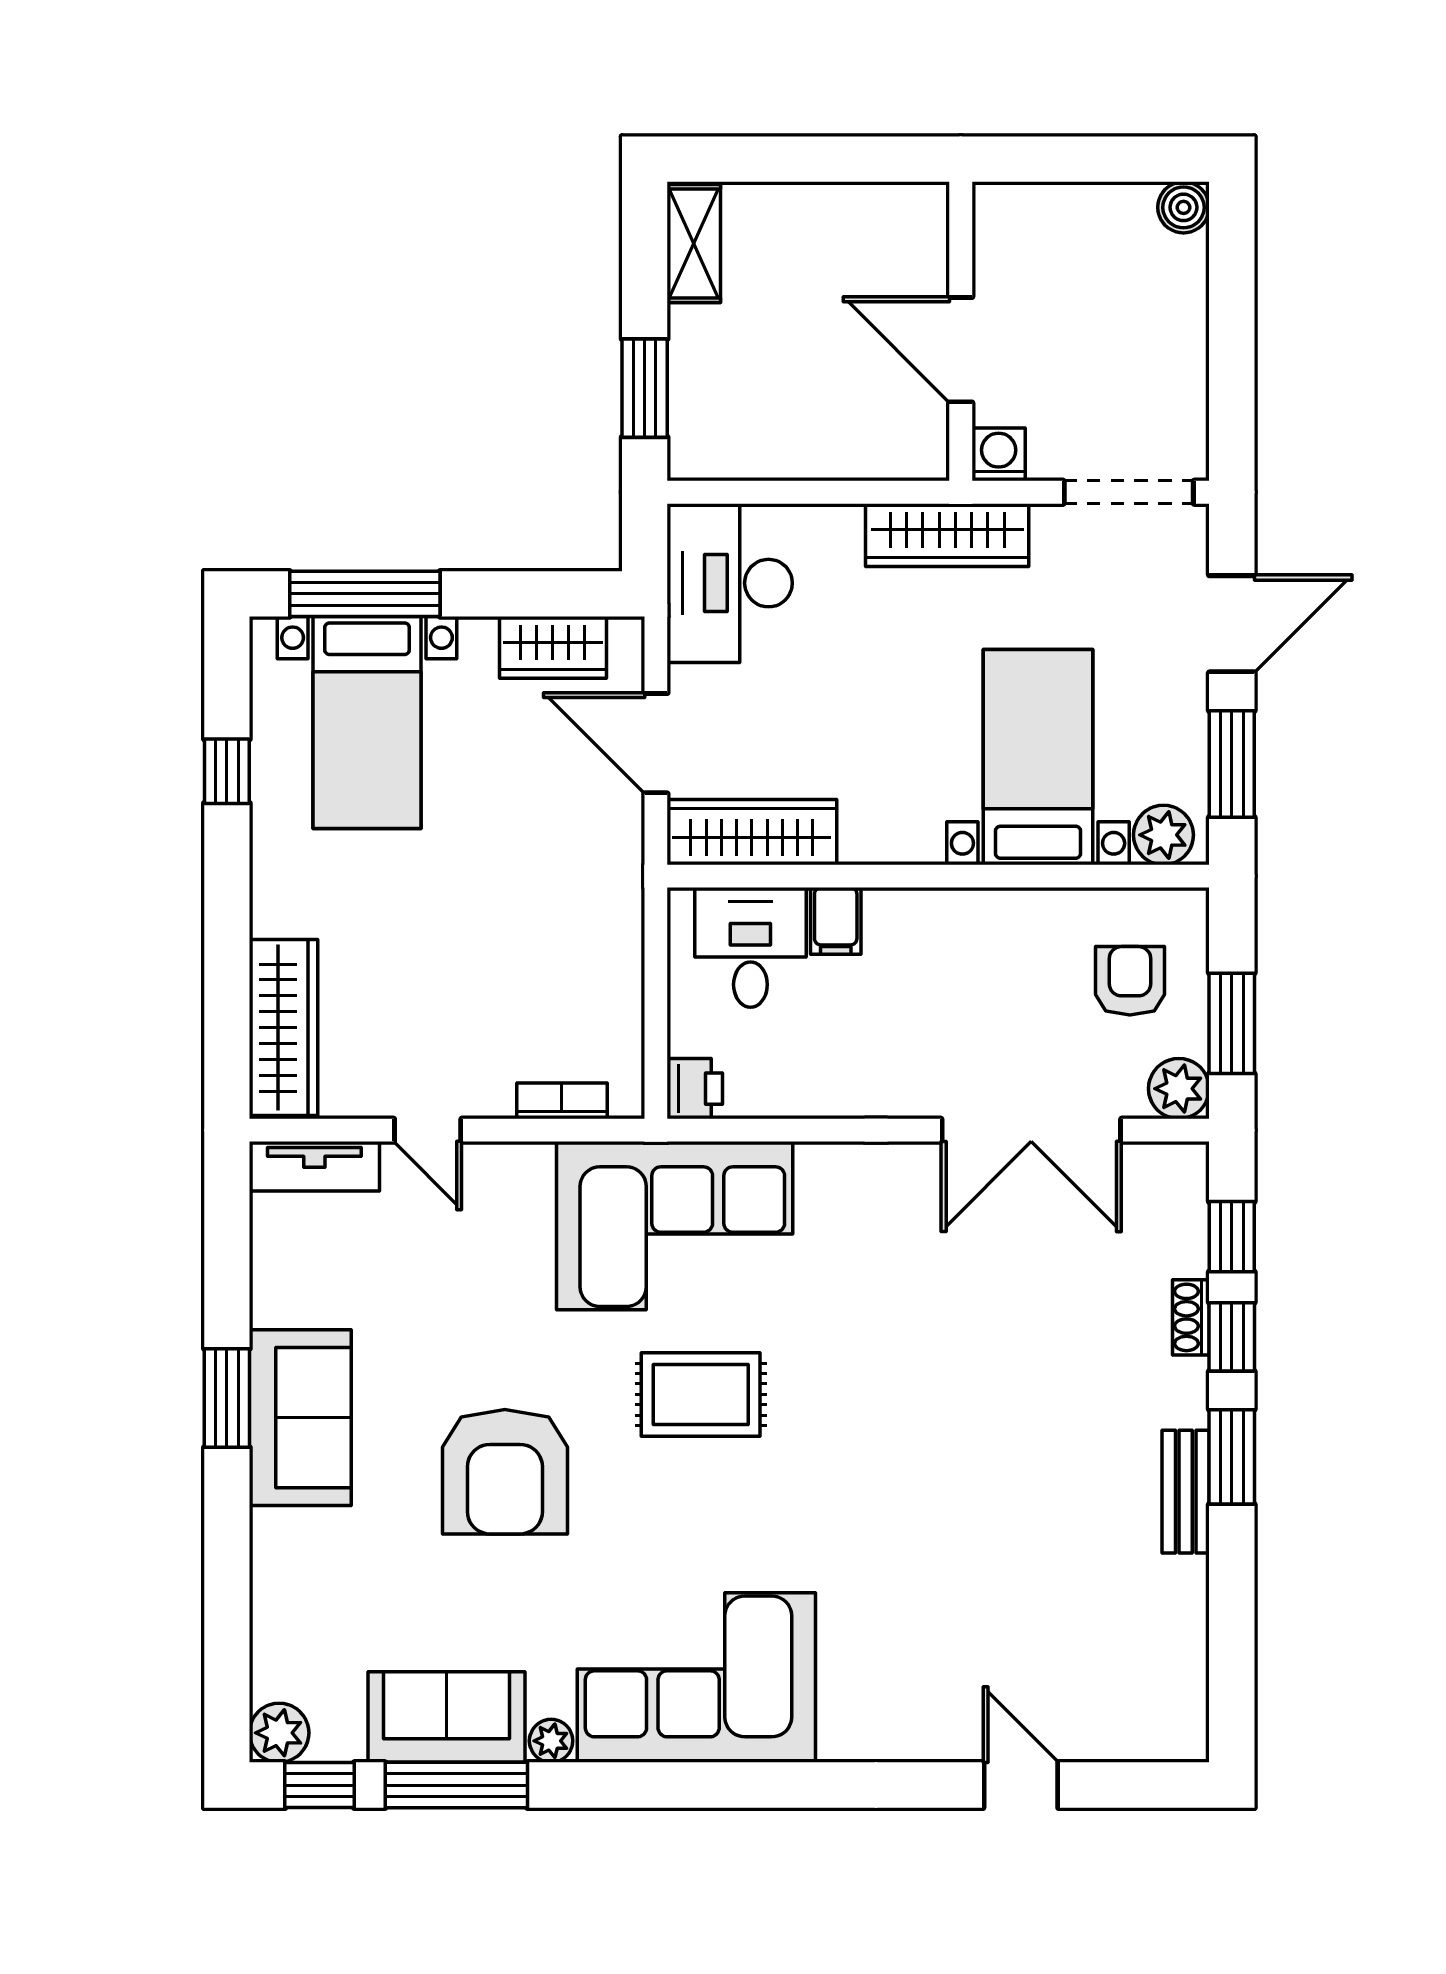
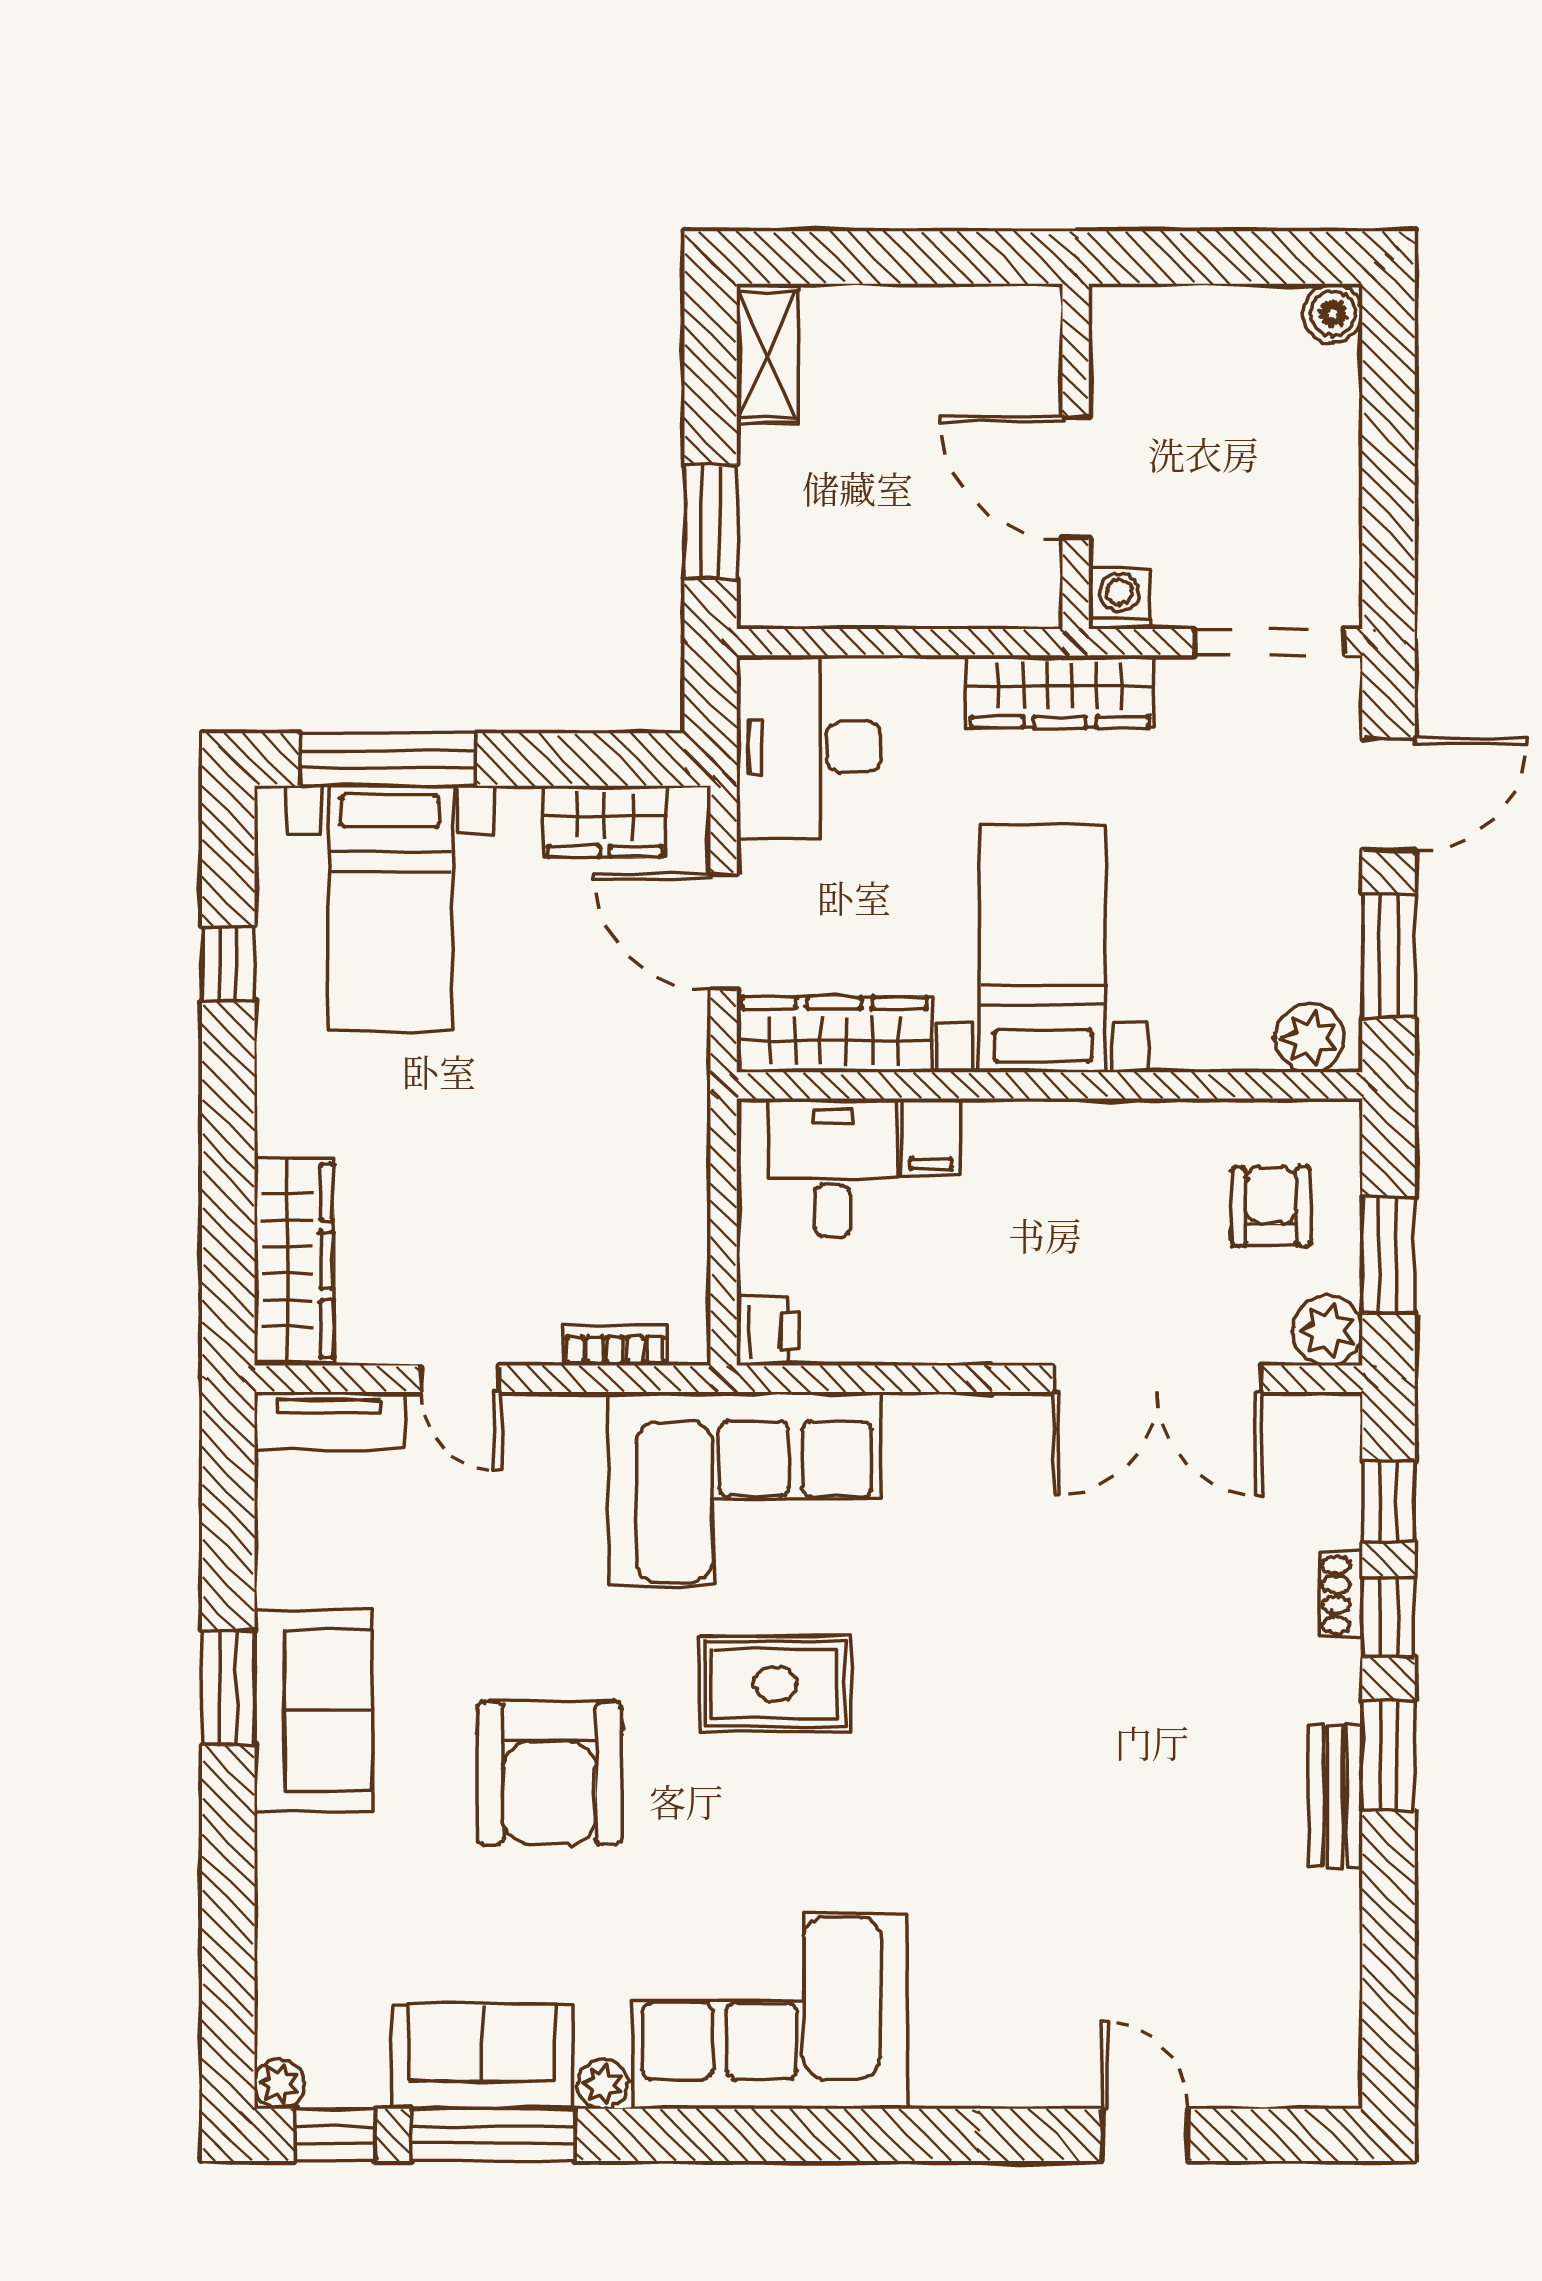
bed with nightstands: (1038, 757) -> (1043, 948), moved
plant: (279, 1733) -> (279, 2084), width x0.73, depth x0.73

